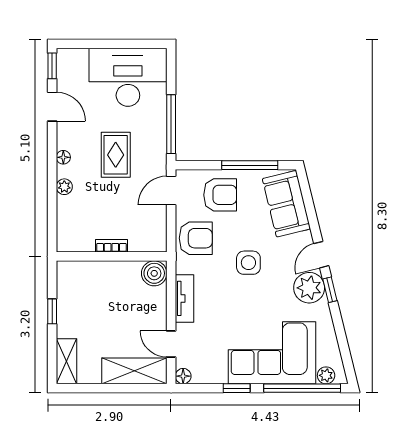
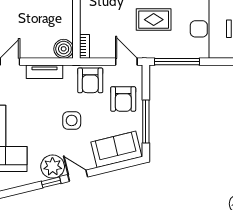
bookcase: (111, 246) -> (84, 46), moved

